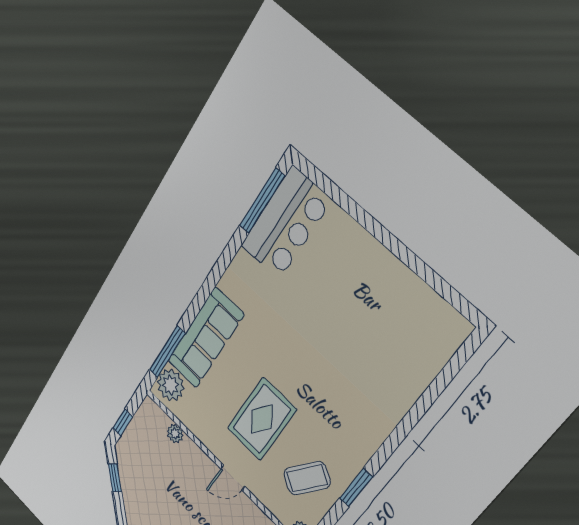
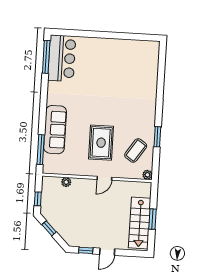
plant: (171, 385) -> (51, 163), removed

